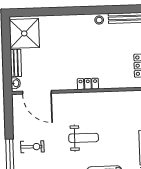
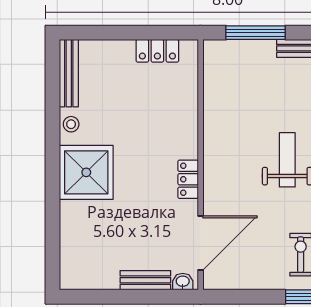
shower: (24, 33) -> (86, 172), moved
locker: (88, 84) -> (188, 179), moved

